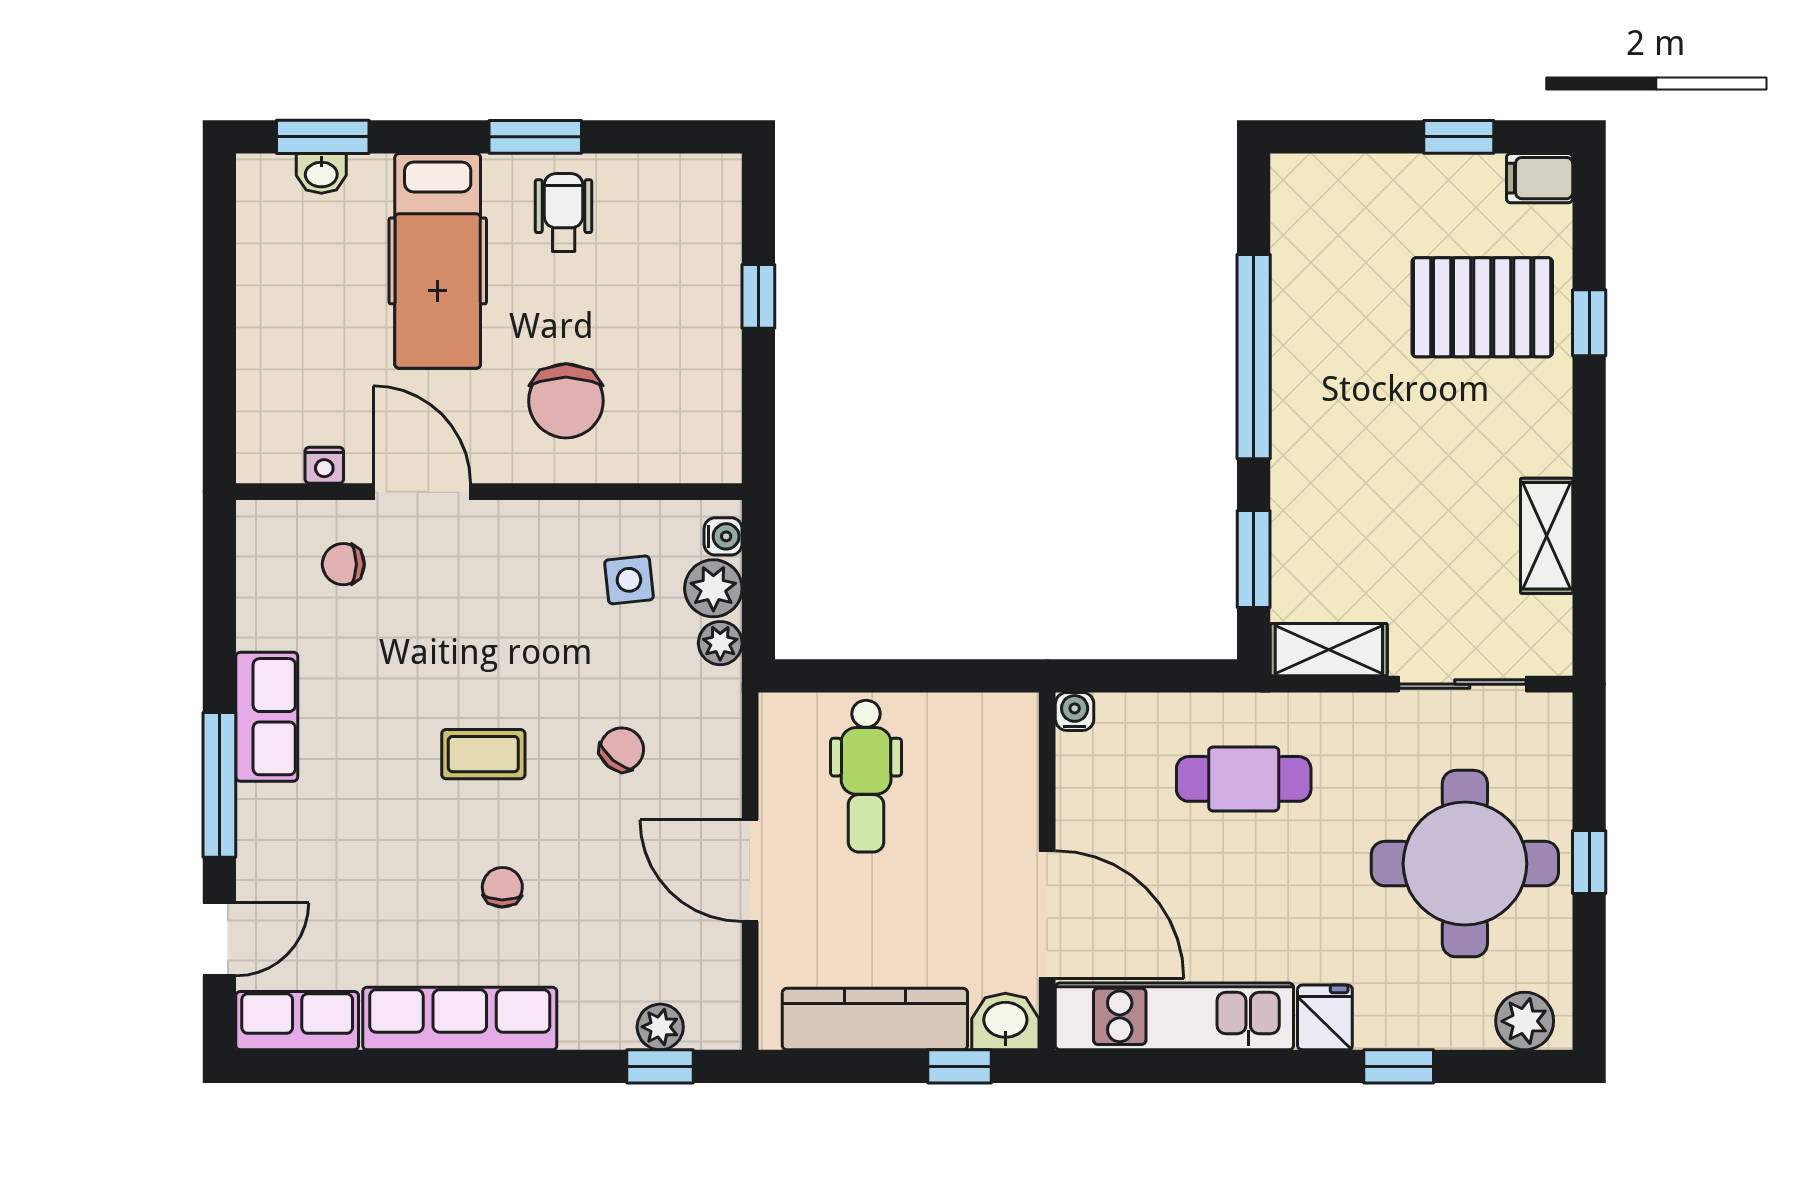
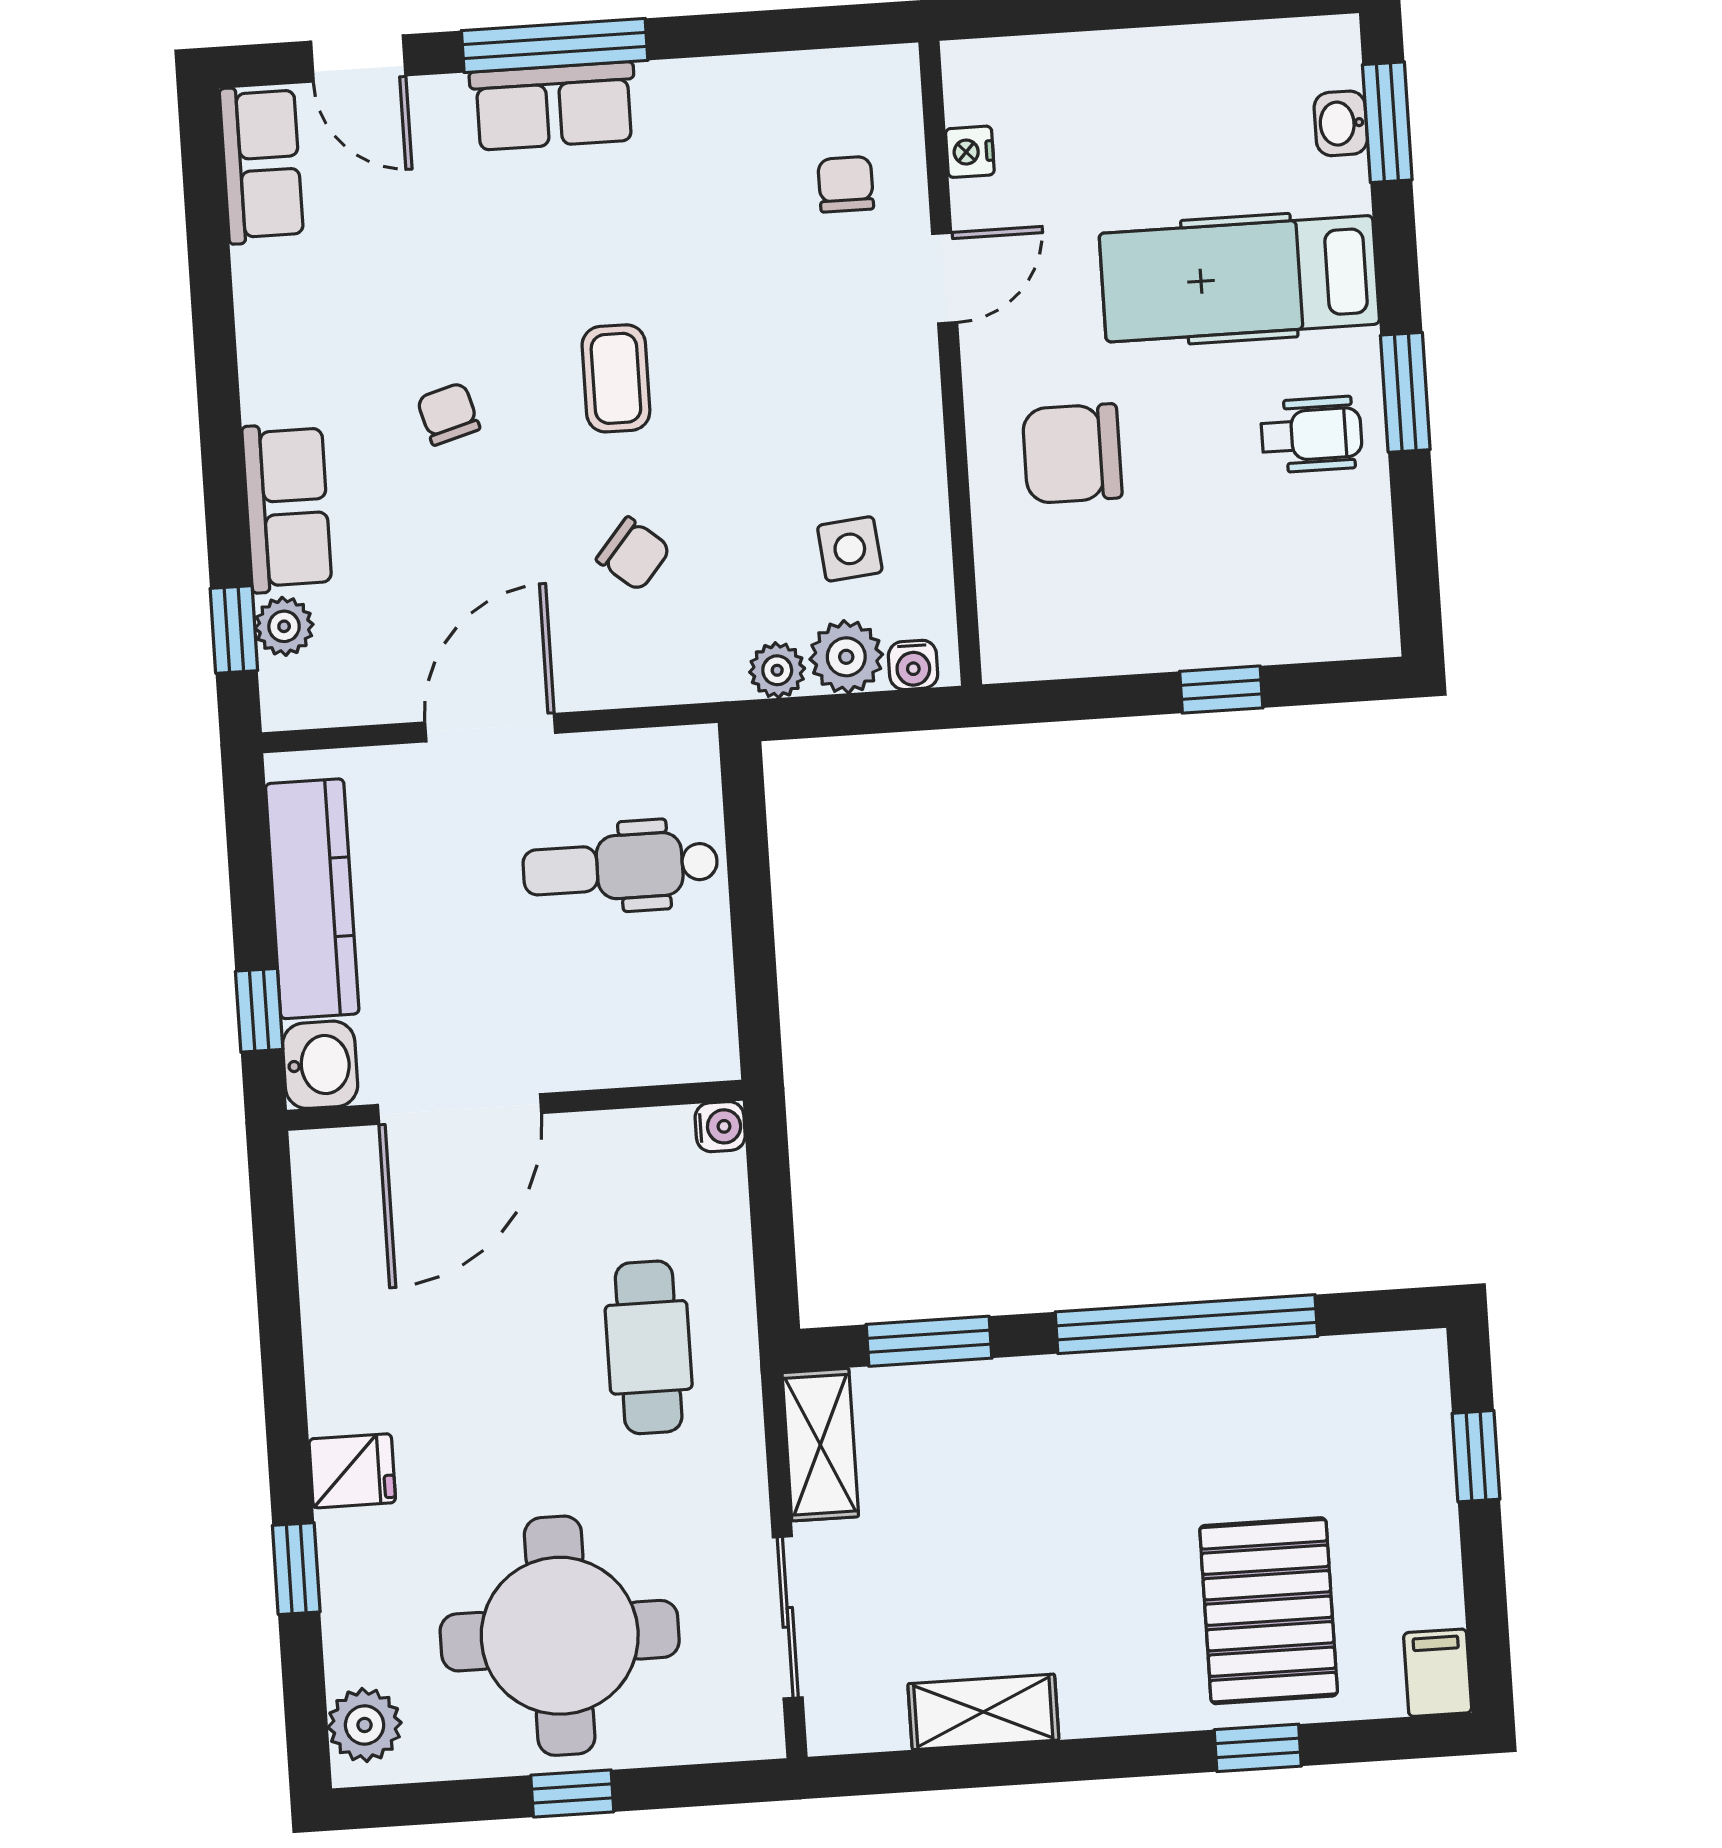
window: (1459, 137) -> (1476, 1456), moved
door: (422, 492) -> (945, 278), width x0.73
row of seats: (267, 717) -> (553, 106), moved
chair: (502, 887) -> (448, 414), turned -107
kitchen unit: (1174, 1016) -> (341, 1279), removed
row of seats: (460, 1019) -> (287, 507), moved, width x0.68

